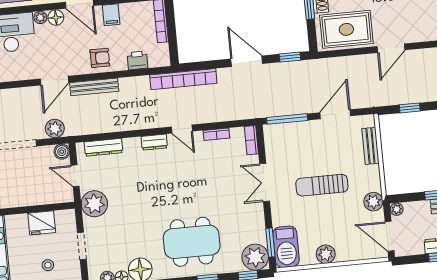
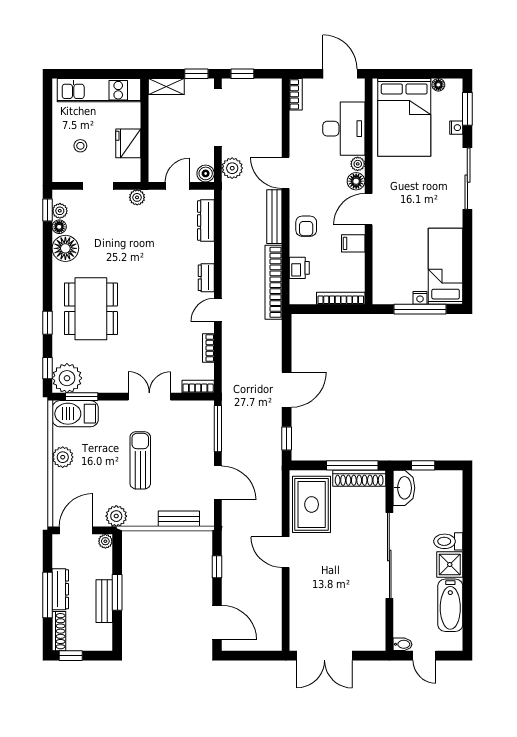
bookcase: (183, 79) -> (274, 282), moved
plant: (94, 204) -> (137, 197), width x0.53, depth x0.53

